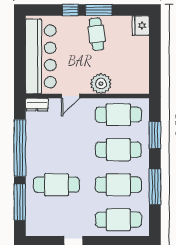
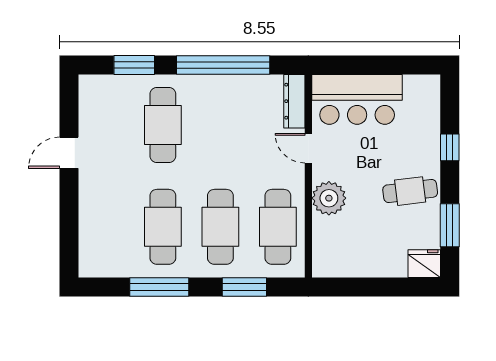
window: (99, 10) -> (450, 225), moved
bar counter: (41, 56) -> (357, 99), width x0.73
dresser: (37, 105) -> (294, 101), width x1.44
window: (20, 202) -> (134, 65), width x0.69
cafe table: (118, 220) -> (105, 227), removed

